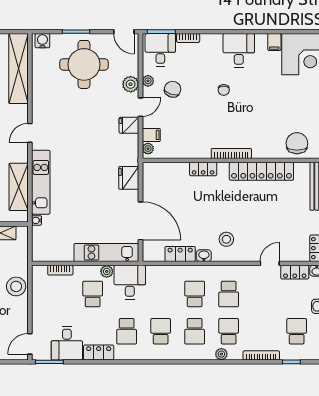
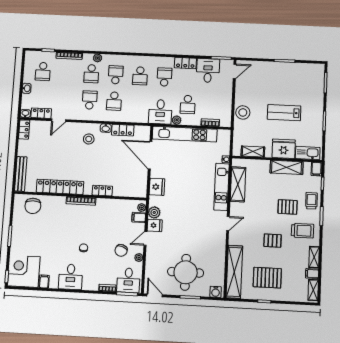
plant: (131, 84) -> (154, 212), moved
kitchen unit: (106, 252) -> (185, 134), width x1.36

